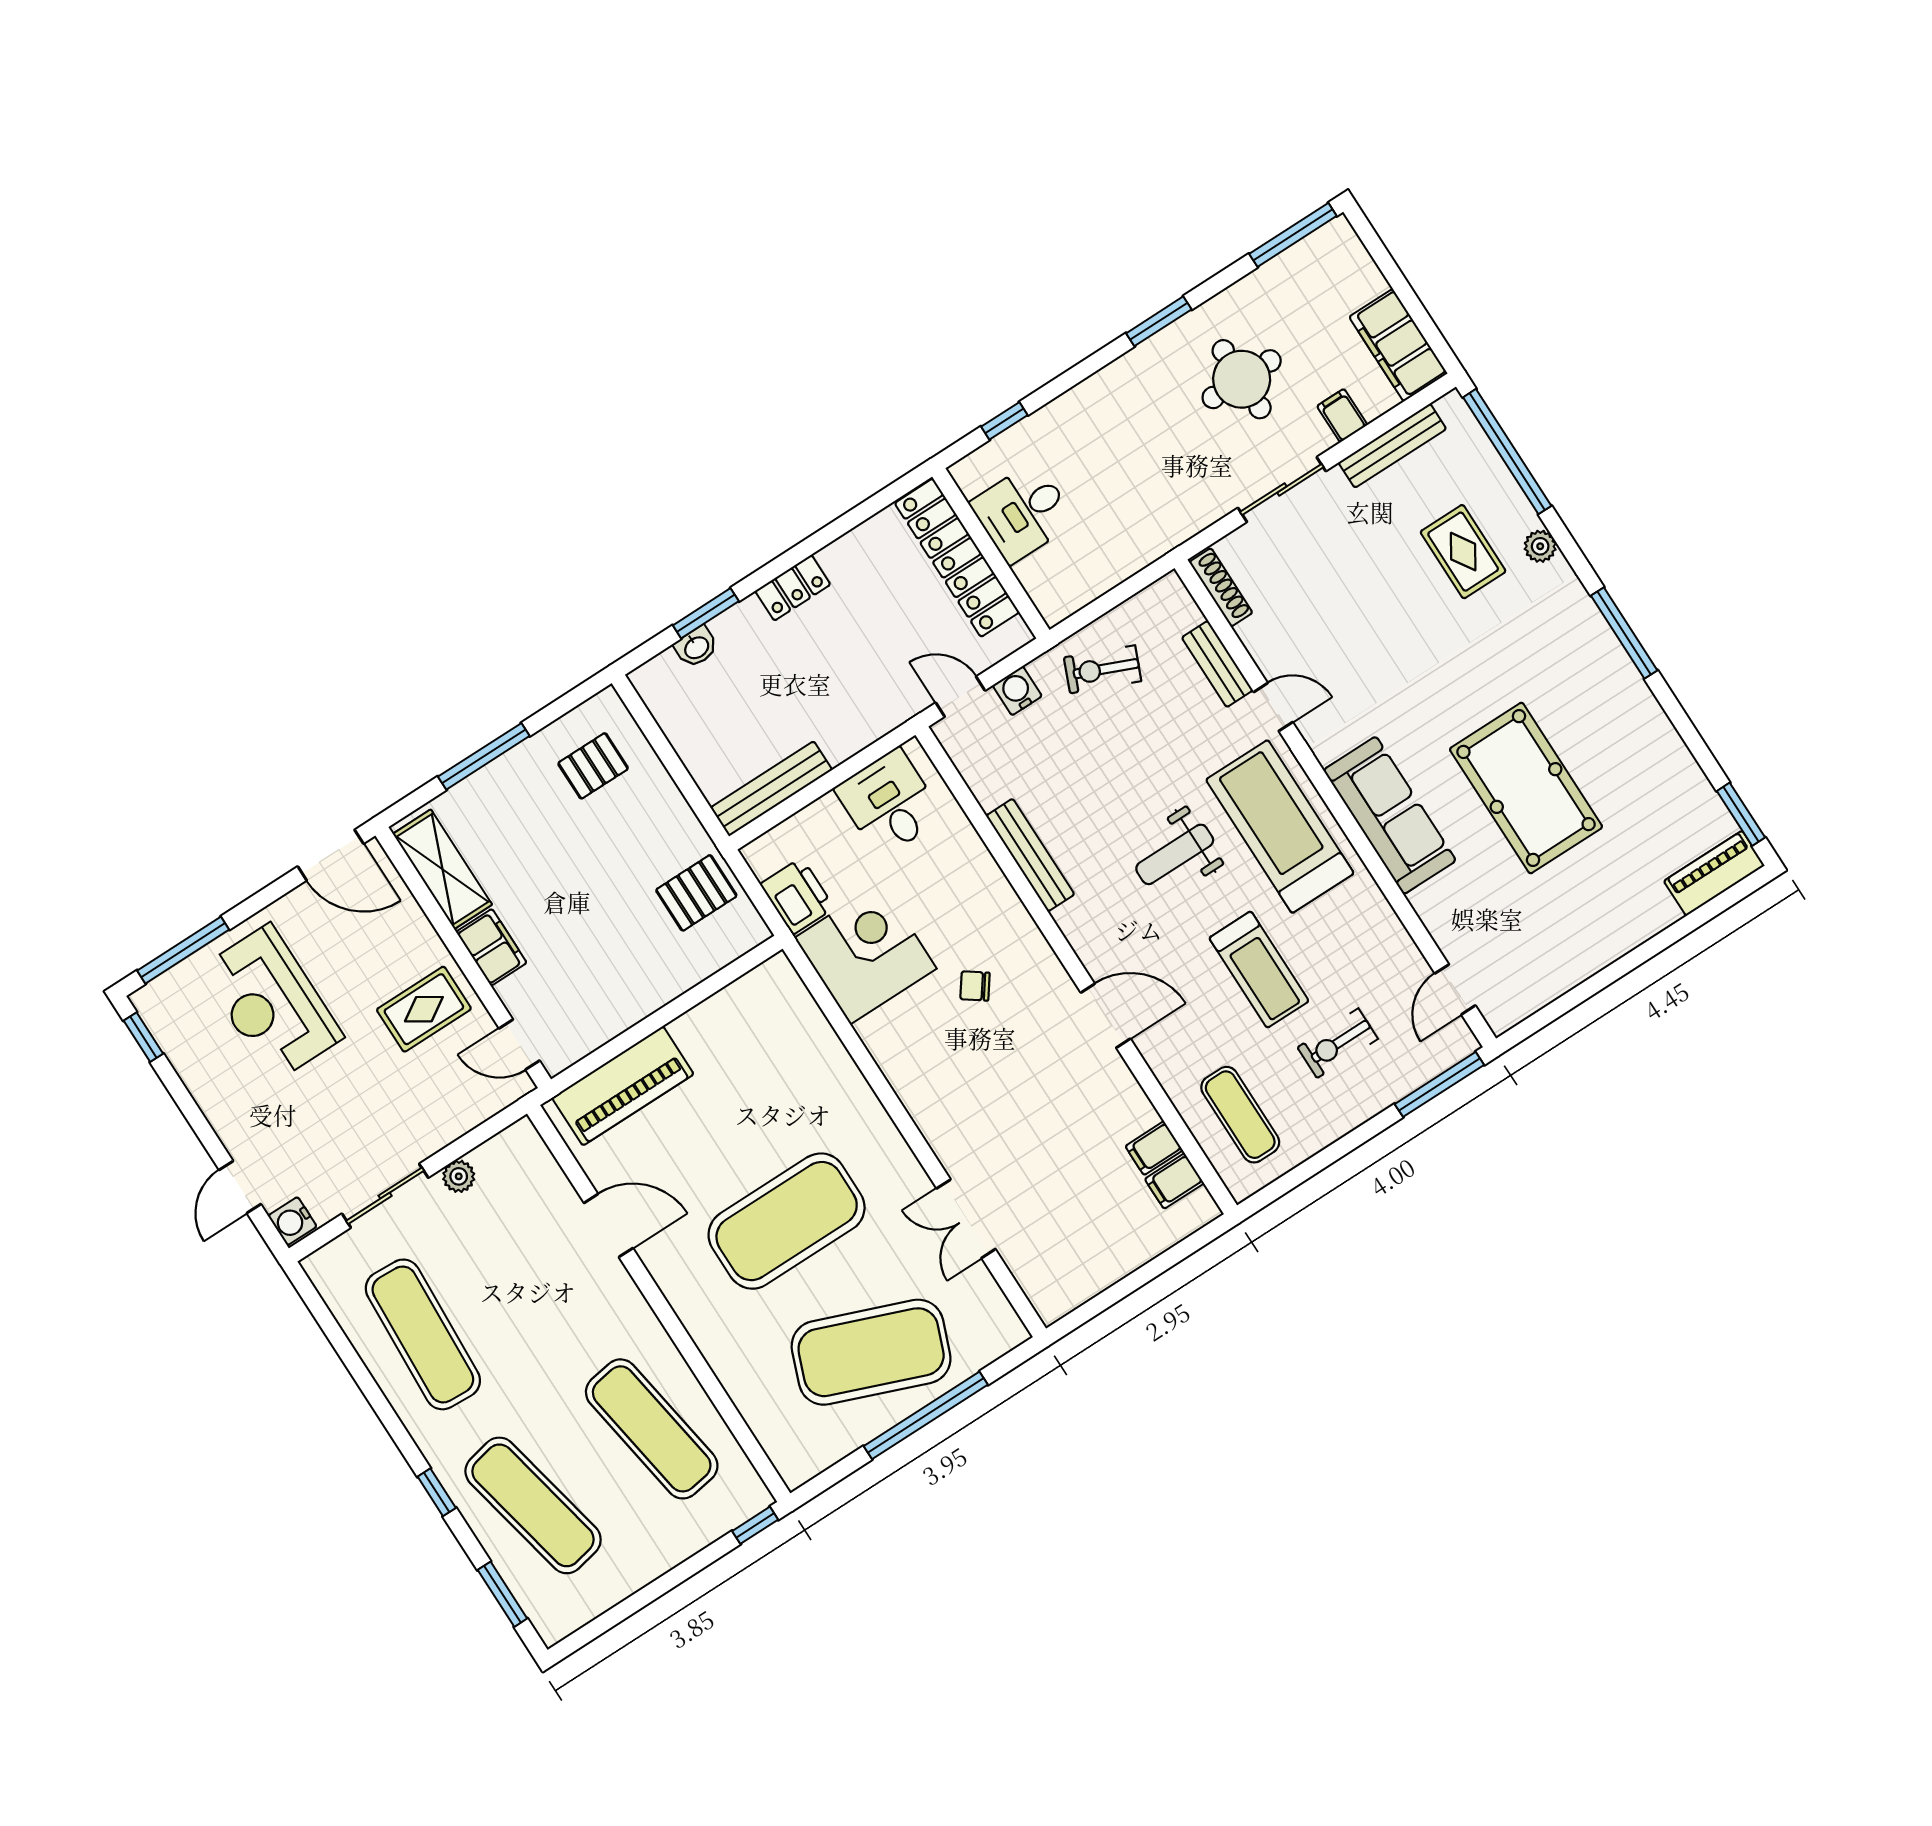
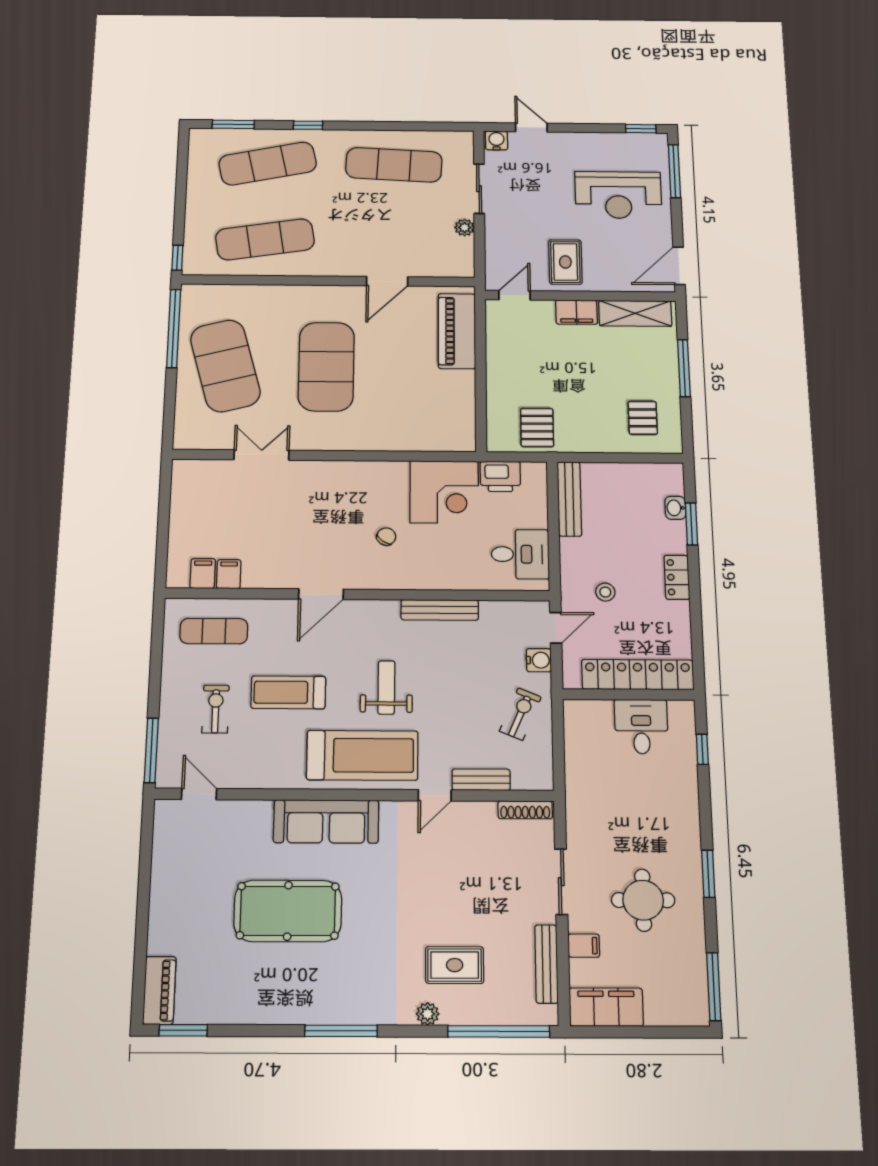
stool: (872, 665) -> (605, 592), added
reception desk: (272, 1003) -> (618, 195), turned 180
exercise mat: (871, 1352) -> (225, 366), turned -36
window: (926, 1415) -> (174, 328), moved

